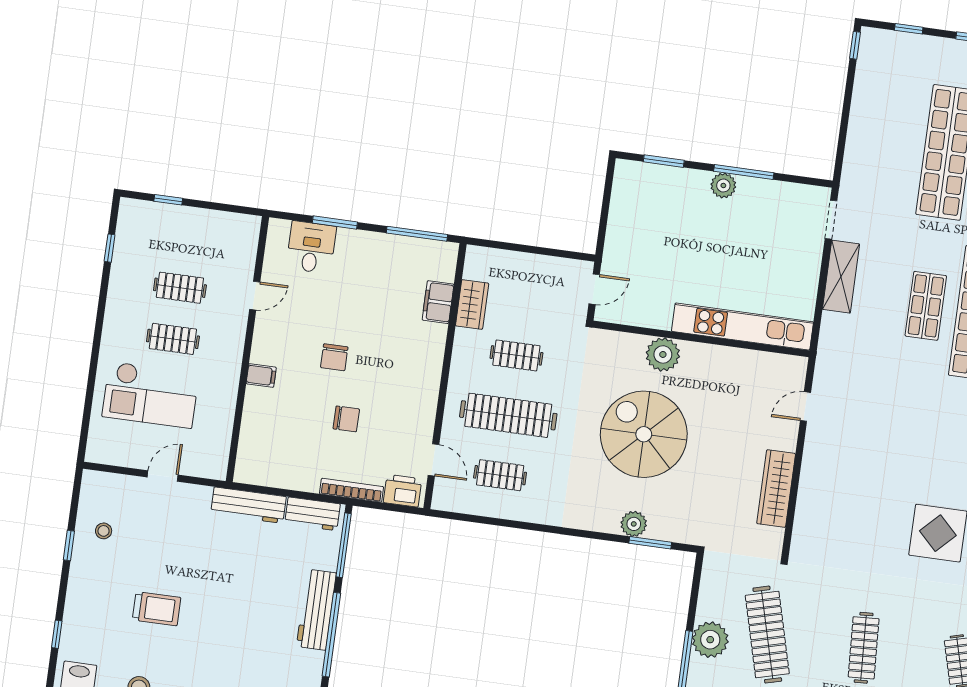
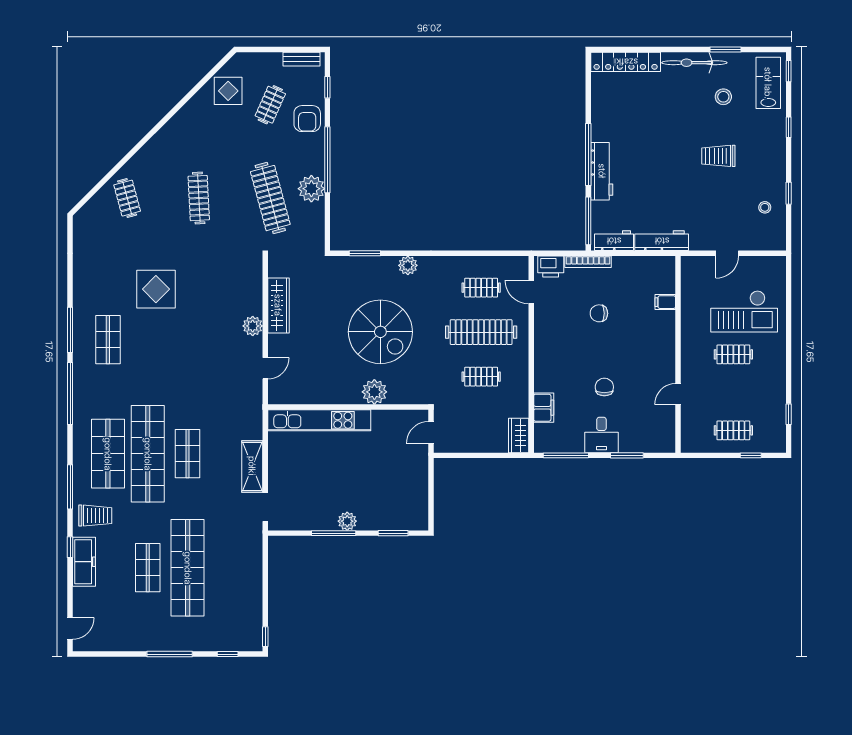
desk: (311, 247) -> (601, 435), moved
clothes rail: (180, 288) -> (733, 430), moved
wardrobe: (472, 305) -> (519, 436), moved
chair: (334, 357) -> (604, 387), moved
filing cabinet: (261, 375) -> (665, 302), moved
checkout: (150, 395) -> (744, 311), turned 180
plant: (815, 466) -> (253, 326), added
plant: (634, 524) -> (408, 265), moved

